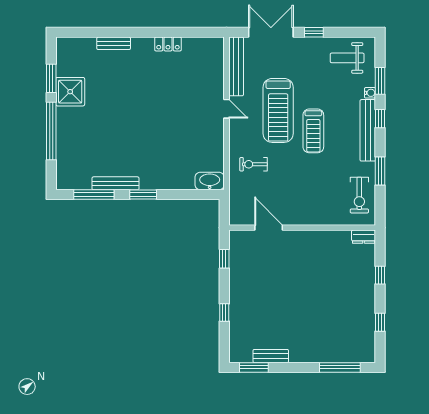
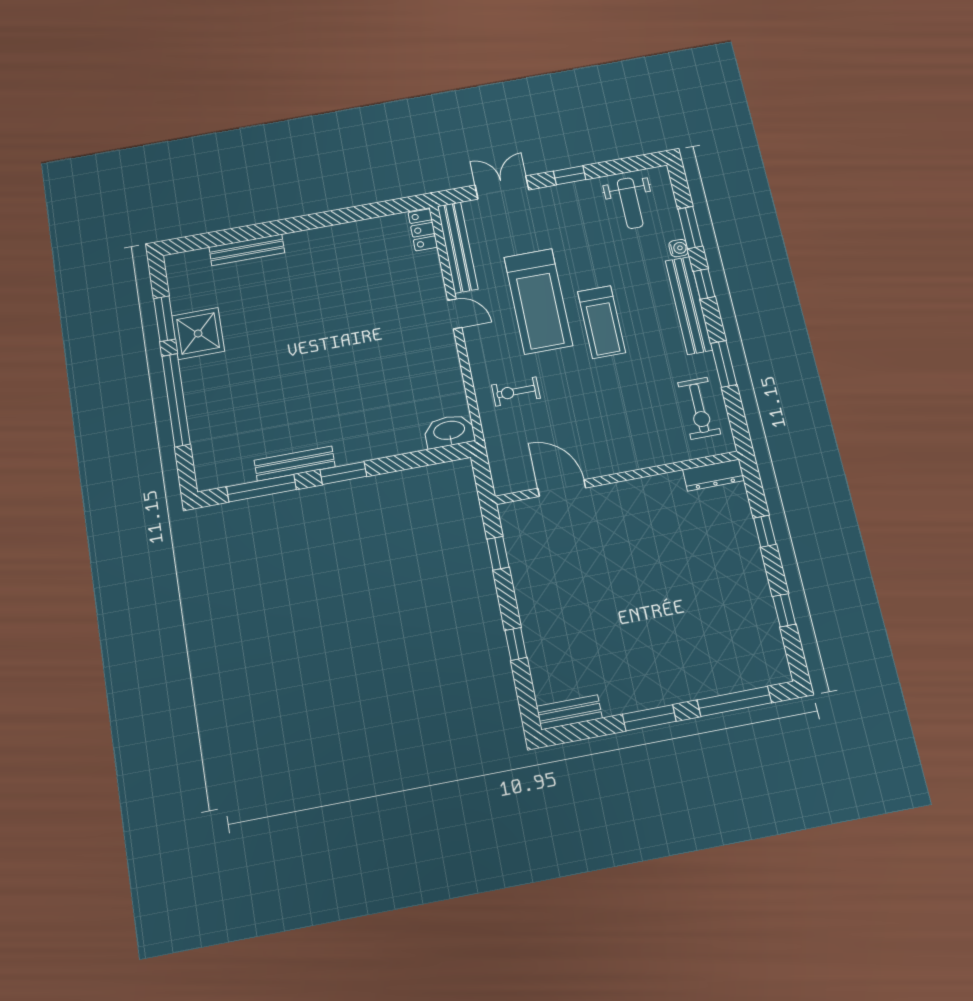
double door: (271, 32) -> (502, 187), width x0.73
bench: (114, 43) -> (247, 250), width x1.36
locker: (168, 44) -> (423, 230), moved, turned 90
weight bench: (347, 58) -> (630, 203), turned -90
dresser: (364, 237) -> (713, 475), width x1.44
bench: (271, 356) -> (569, 712), moved
window: (254, 367) -> (649, 718), moved

